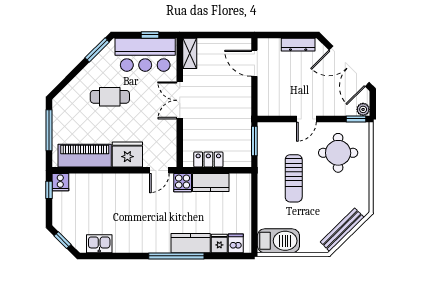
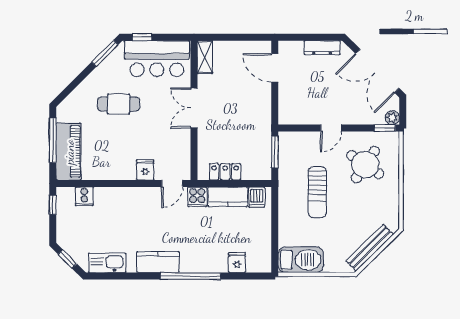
window: (150, 35) -> (142, 37), moved
round table: (338, 153) -> (365, 165), turned 34
fridge: (127, 155) -> (145, 170), width x0.53, depth x0.75
piano: (85, 156) -> (69, 152), moved, turned 90
cooker: (60, 182) -> (84, 196), moved
kitchen counter: (191, 243) -> (158, 262), moved
dishwasher: (236, 243) -> (257, 197), moved, turned 180
kitchen sink: (99, 244) -> (107, 263), width x1.38

